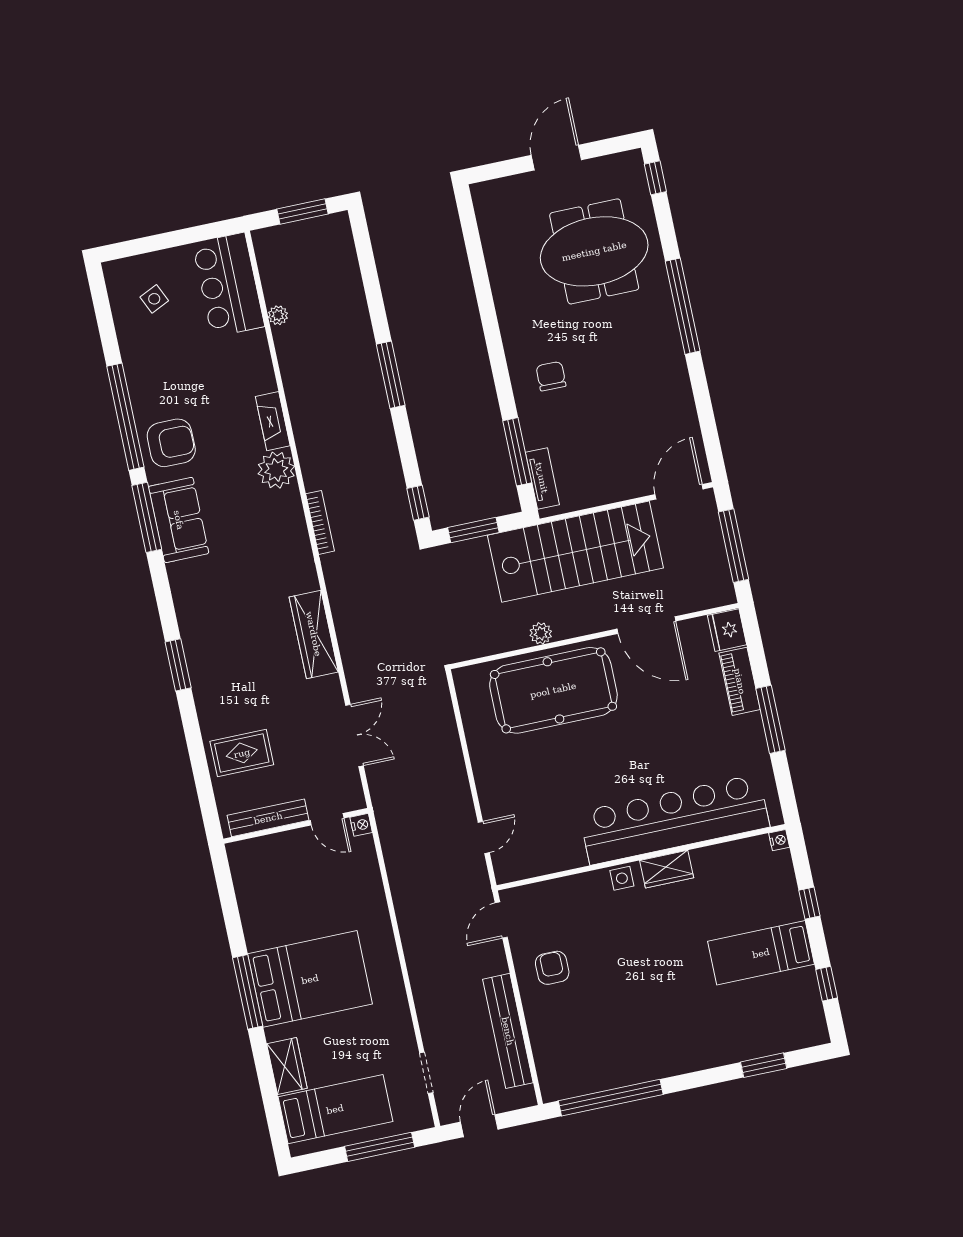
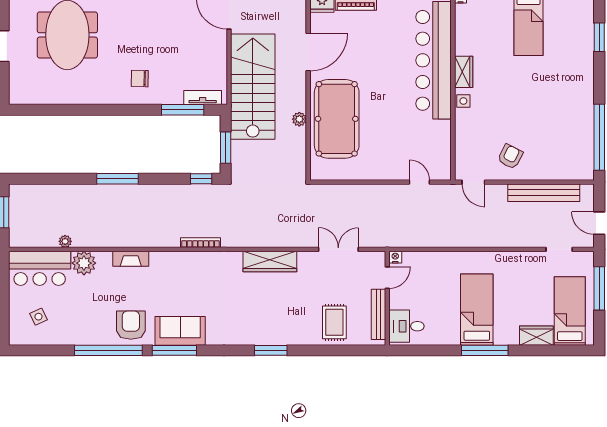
plant: (276, 470) -> (84, 263), moved
desk: (259, 864) -> (406, 326), added
armchair: (552, 968) -> (510, 157), turned 117
bed: (310, 979) -> (477, 310), width x0.67

